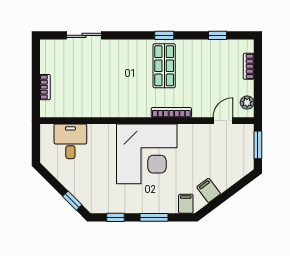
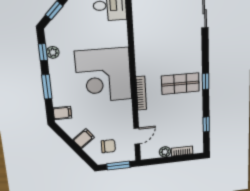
plant: (247, 103) -> (165, 152), moved
door: (223, 121) -> (137, 136), hinge flipped
chair: (232, 155) -> (108, 146), added
filing cabinet: (209, 190) -> (84, 139), moved
plant: (116, 207) -> (53, 52), added

